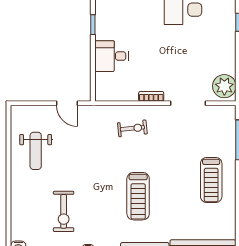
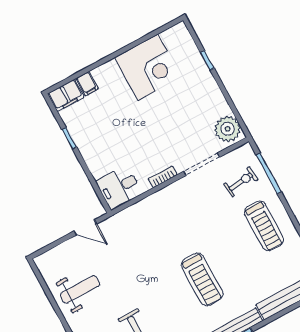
desk: (112, 56) -> (119, 187), moved
exercise bike: (132, 128) -> (241, 182), moved
weight bench: (36, 151) -> (80, 289), turned -90

